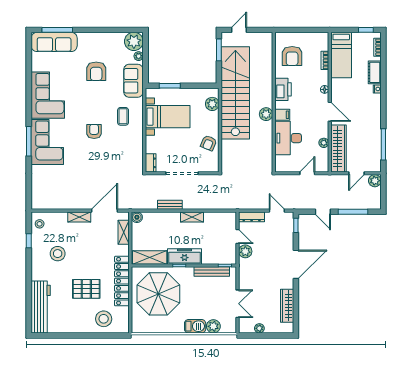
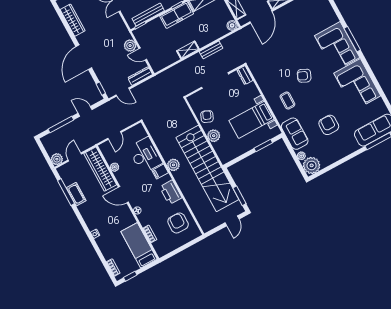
cot: (375, 72) -> (76, 194), moved
plant: (212, 104) -> (214, 136), moved
armchair: (94, 131) -> (304, 76), turned 115

